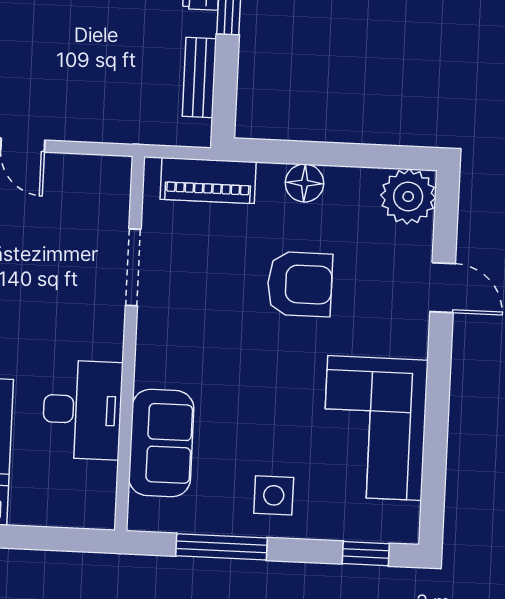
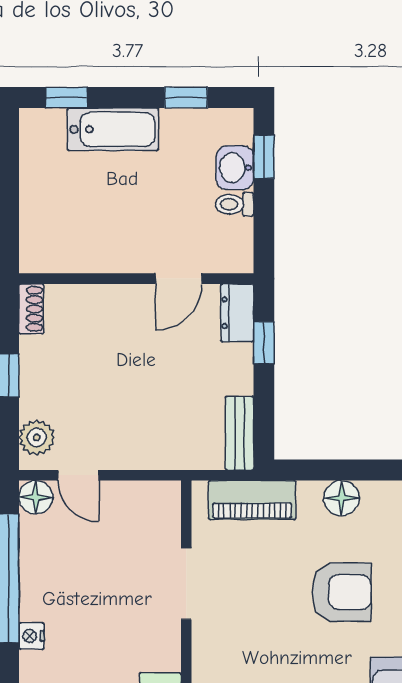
bench: (199, 78) -> (239, 433), moved

